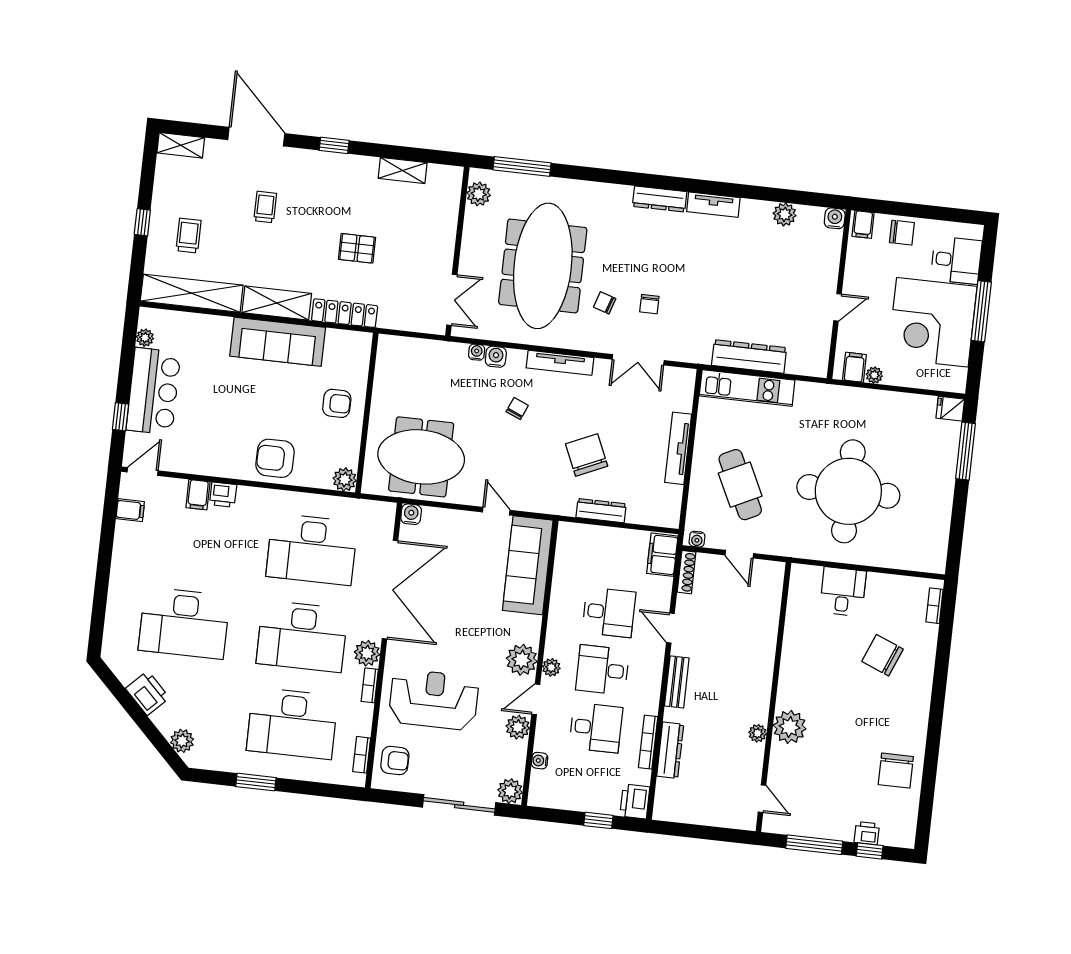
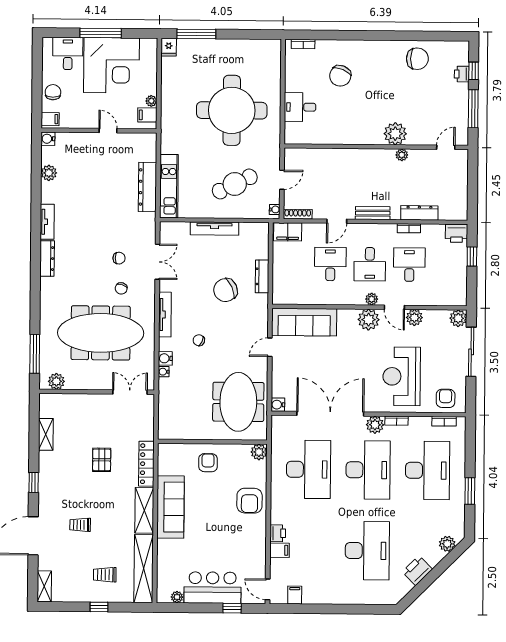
bookcase: (648, 742) -> (409, 228), width x0.64
water cooler: (540, 761) -> (436, 300), removed

